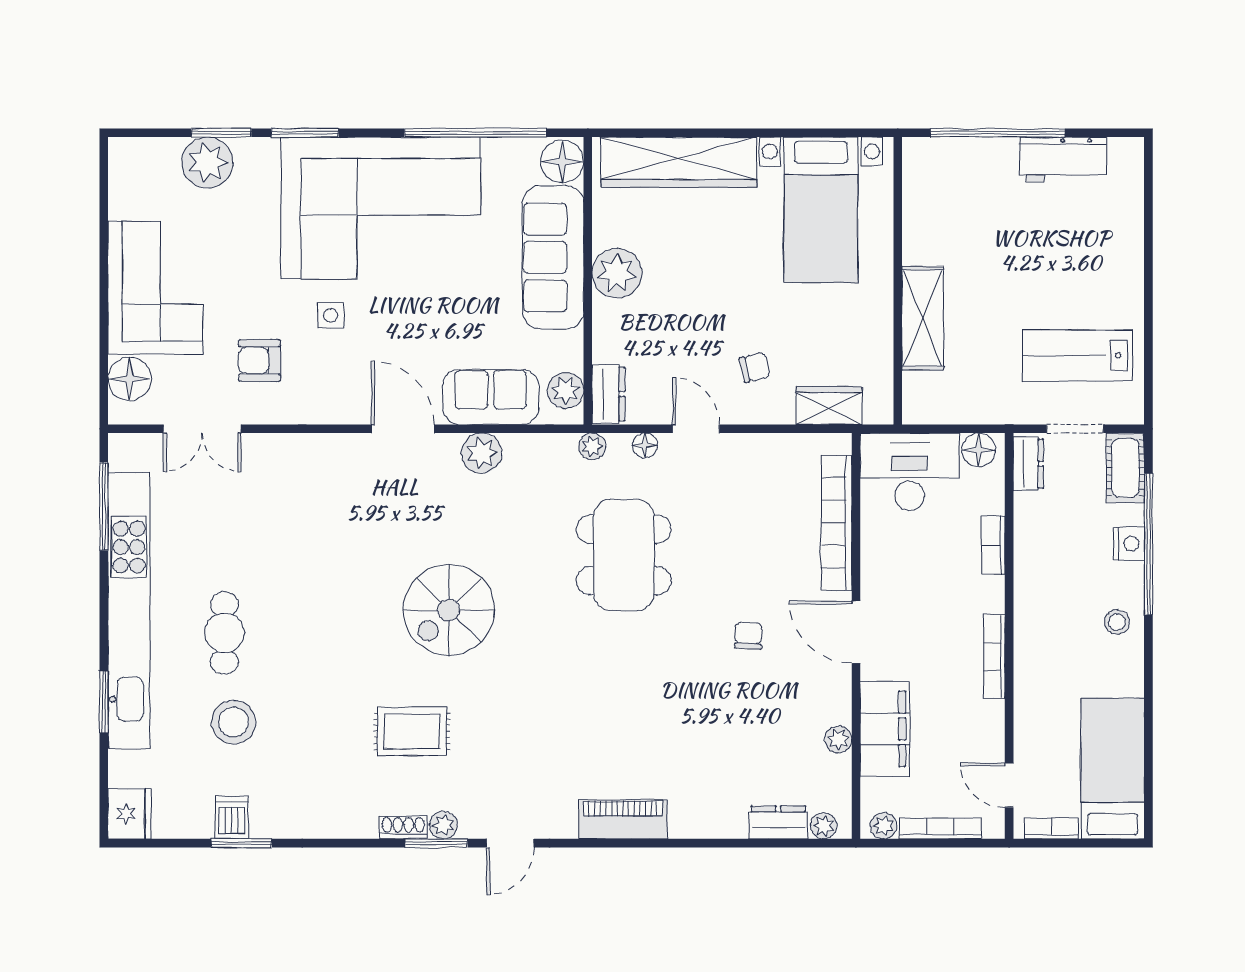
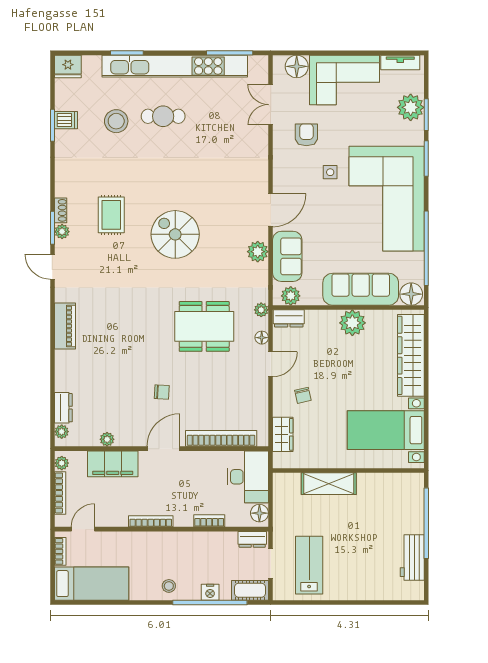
tv unit: (122, 182) -> (400, 62), added

